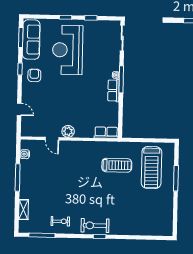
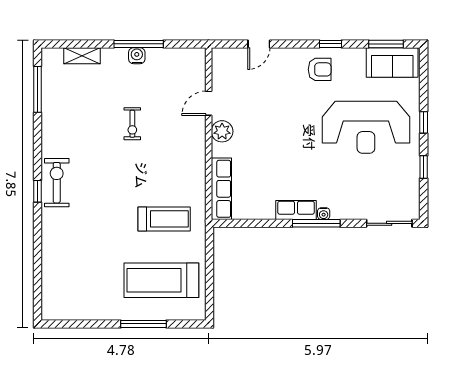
sofa: (31, 40) -> (392, 62), width x0.73
reception desk: (68, 50) -> (366, 127), turned 180
row of seats: (106, 133) -> (221, 189), width x1.48
water cooler: (25, 154) -> (137, 56), moved
treadmill: (117, 165) -> (164, 219), turned -90
exercise bike: (60, 221) -> (132, 124), moved

